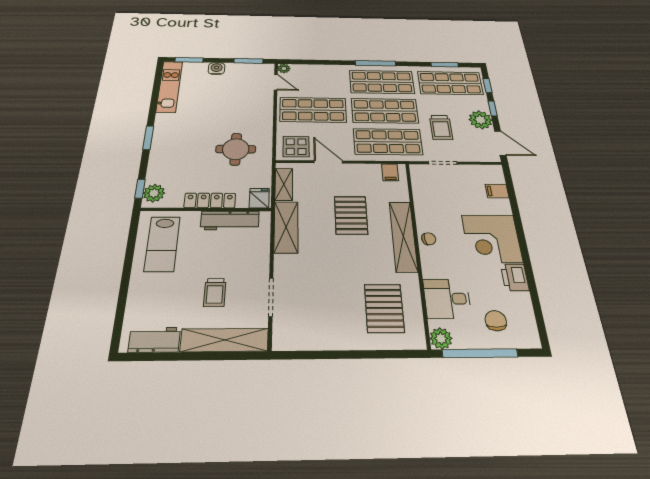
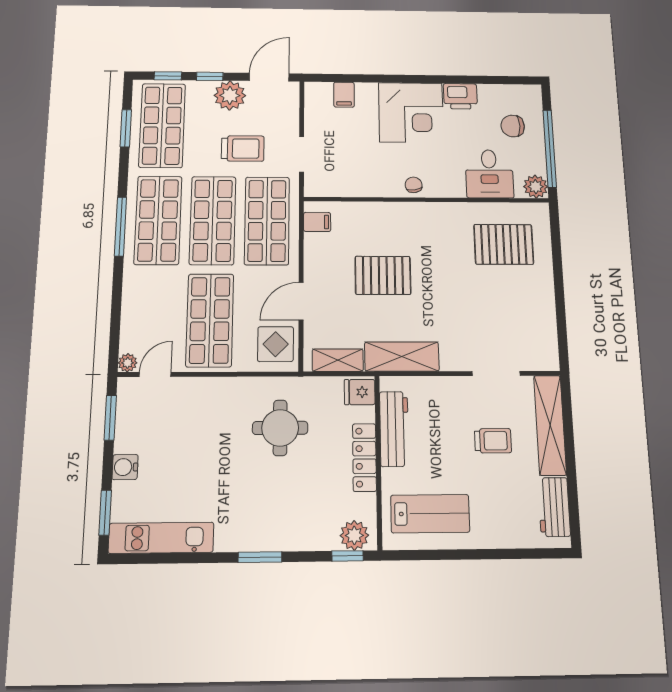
shelving: (403, 236) -> (411, 214), removed

